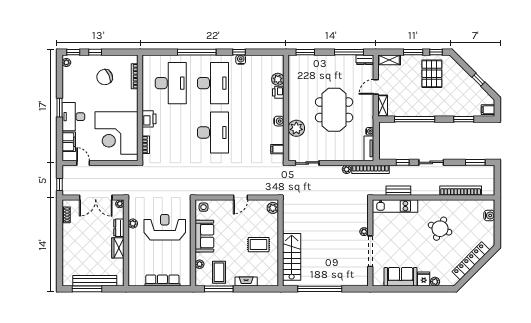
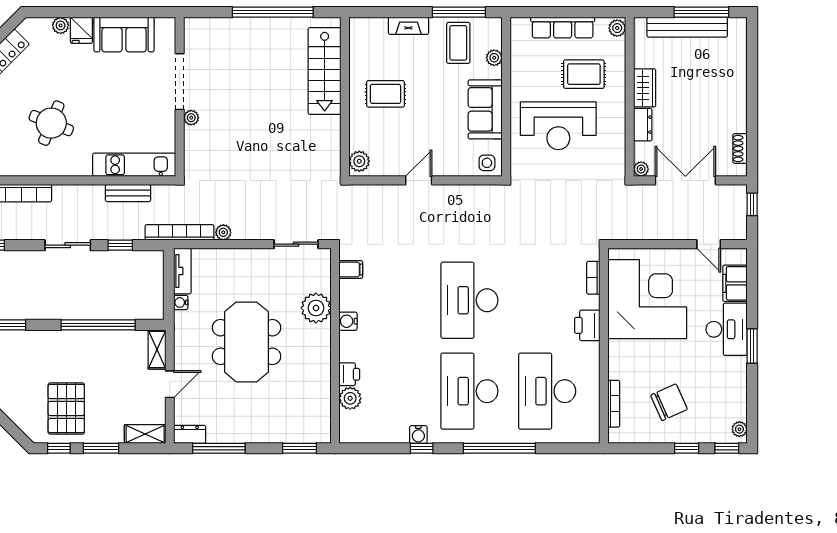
plant: (133, 224) -> (617, 28), moved
rug: (151, 255) -> (584, 74), added

